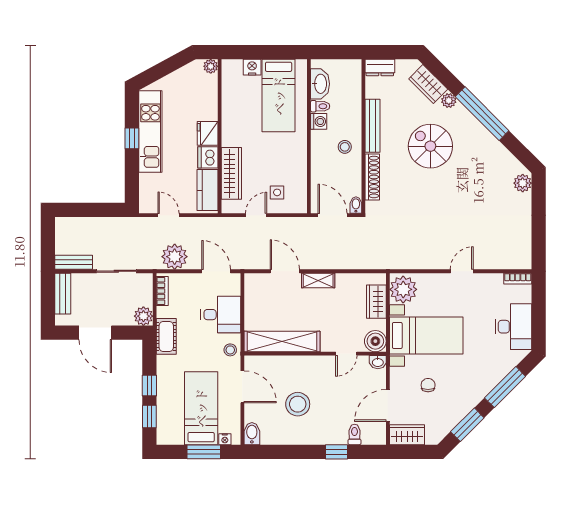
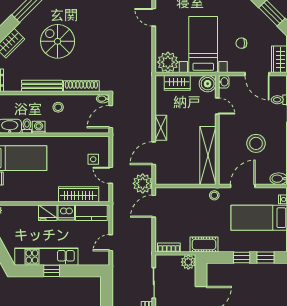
plant: (449, 101) -> (23, 27), removed
spiral stairs: (430, 146) -> (58, 41), turned 90
plant: (175, 257) -> (143, 183), moved
desk: (221, 315) -> (187, 203), removed

